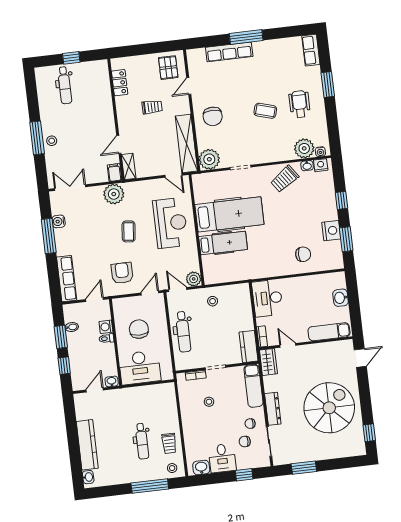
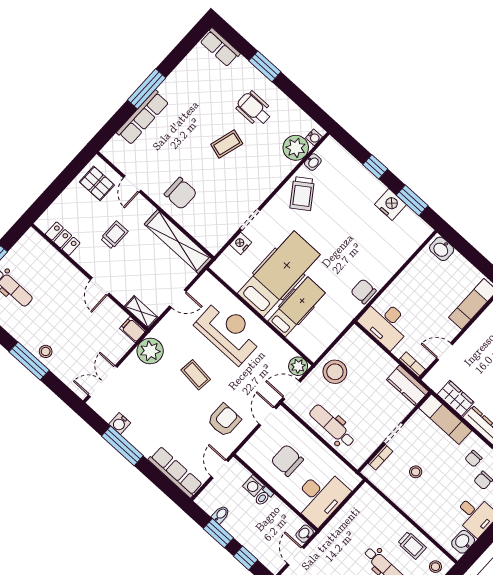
door: (119, 144) -> (100, 286), moved
plant: (209, 159) -> (213, 238), removed
nightstand: (321, 165) -> (241, 243), moved
door: (173, 175) -> (178, 299), moved
chair: (303, 254) -> (363, 291), moved, turned -90
armchair: (122, 273) -> (224, 420), turned 90
washbasin: (341, 298) -> (442, 249), moved
stool: (213, 301) -> (335, 372), width x1.89, depth x1.89
dental chair: (183, 332) -> (332, 426), turned 180
wardrobe: (268, 362) -> (456, 398), moved

